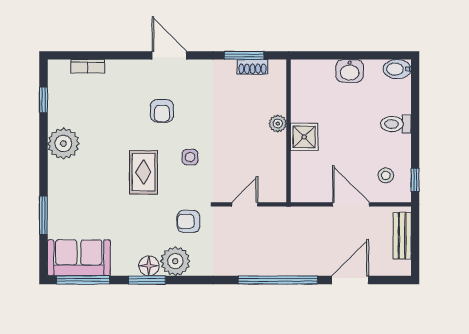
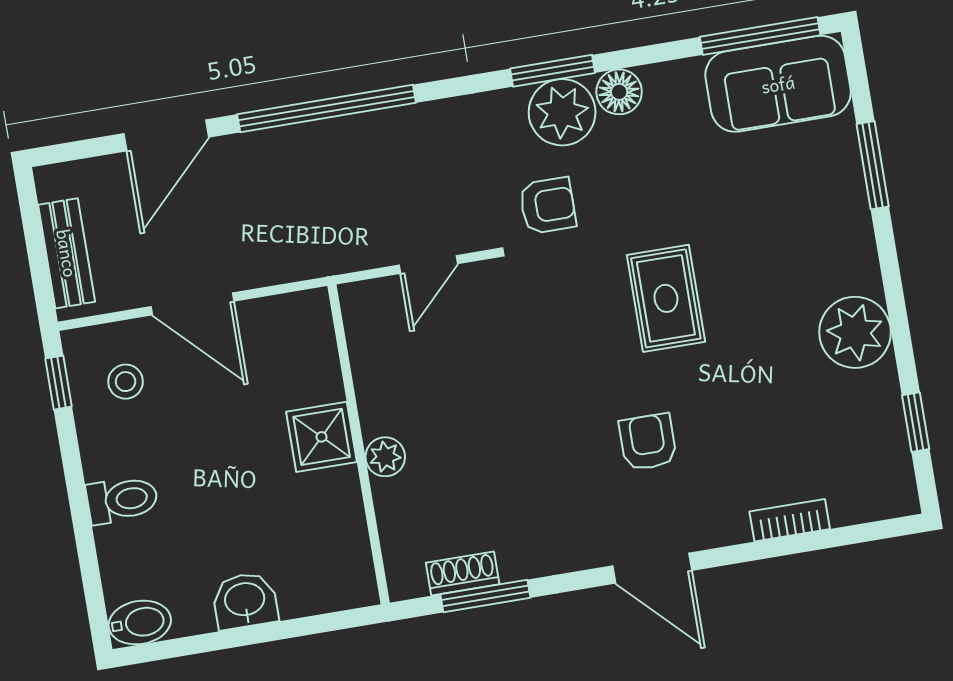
bookcase: (88, 66) -> (790, 520), moved
side table: (190, 157) -> (568, 349), removed
window: (147, 280) -> (553, 71), moved

